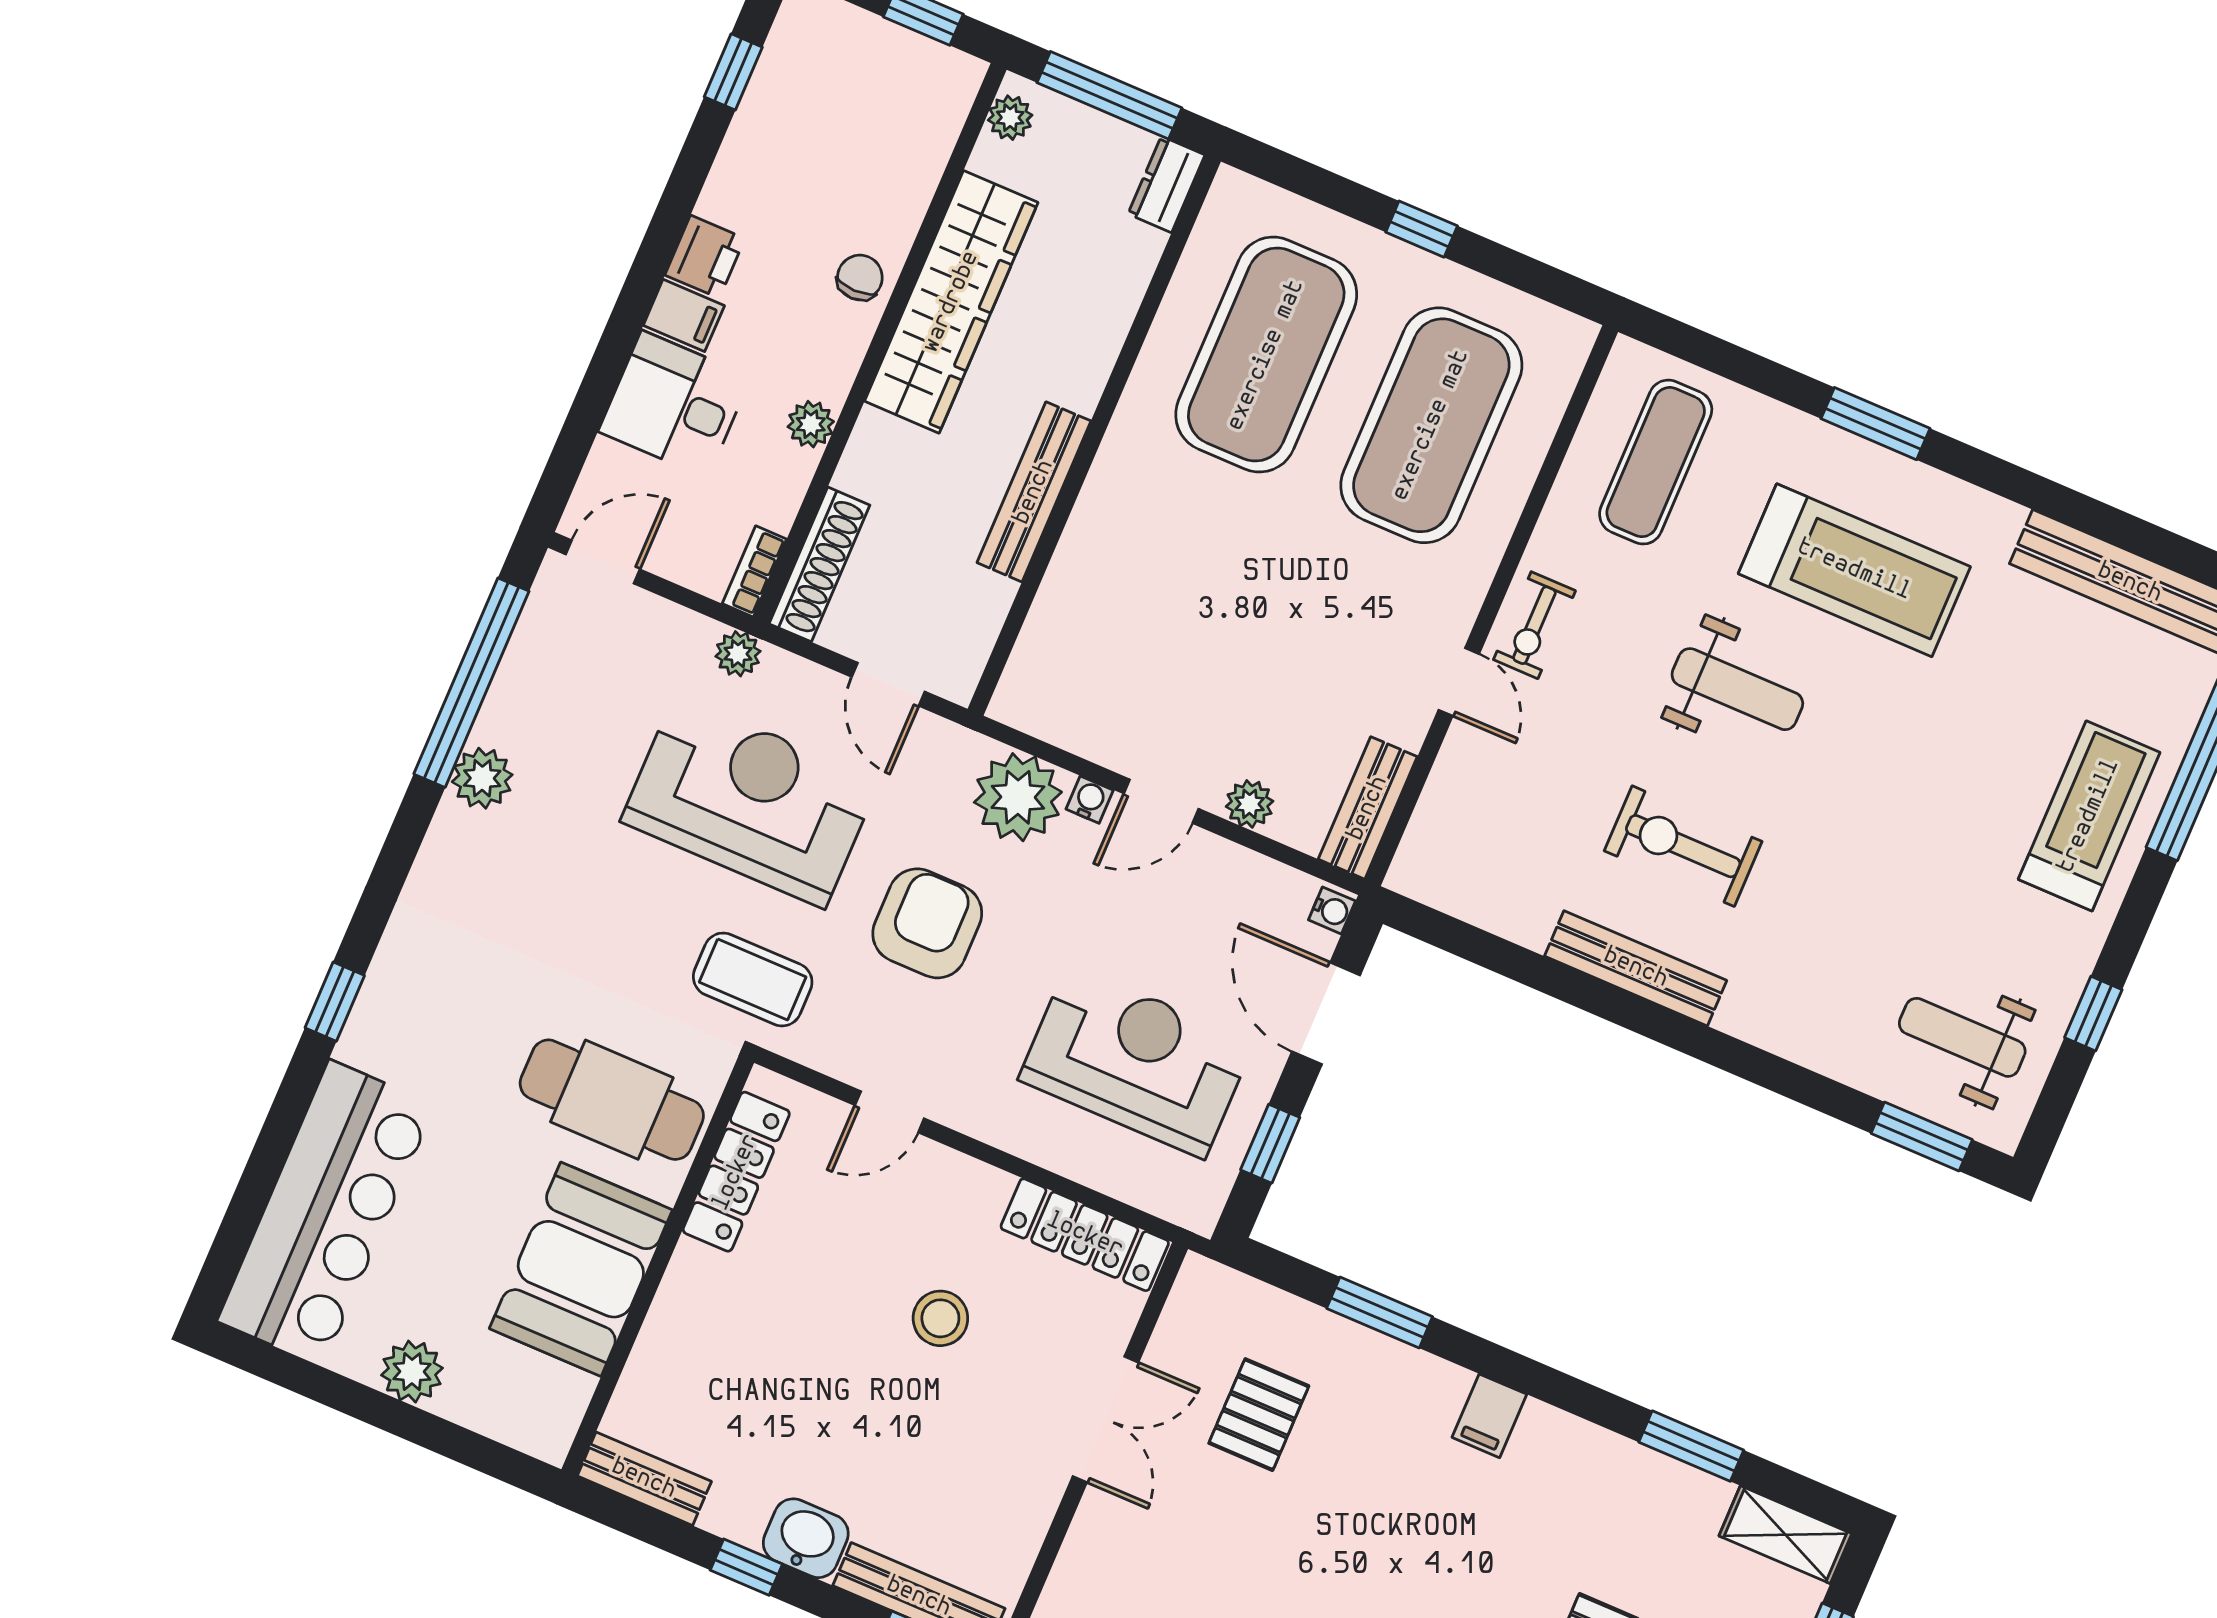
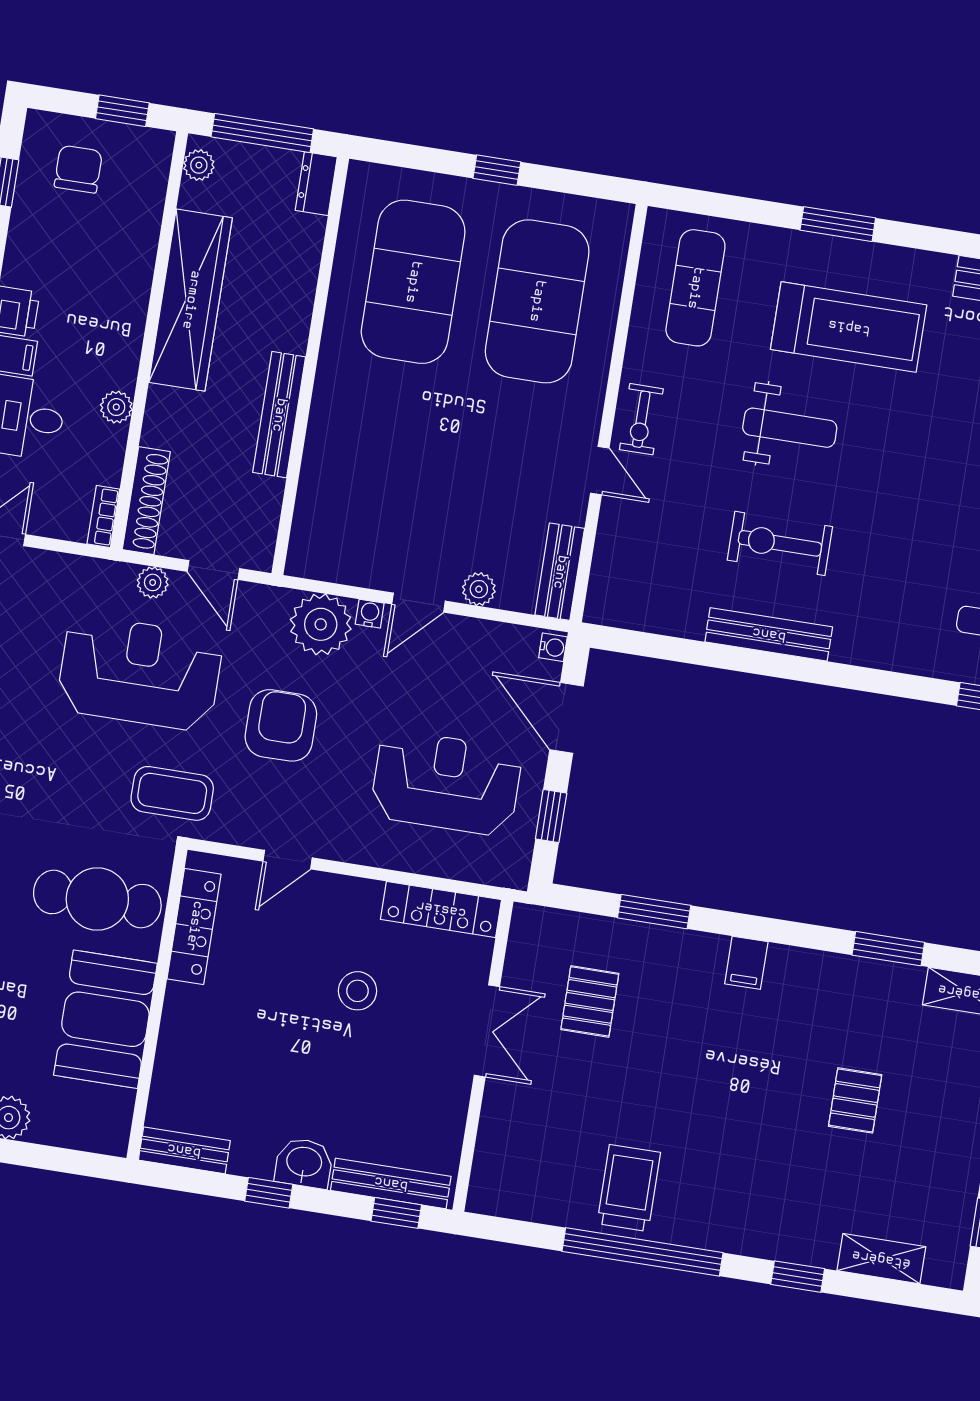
chair: (860, 278) -> (78, 169), moved, width x1.37, depth x1.37
plant: (738, 654) -> (153, 582), moved

